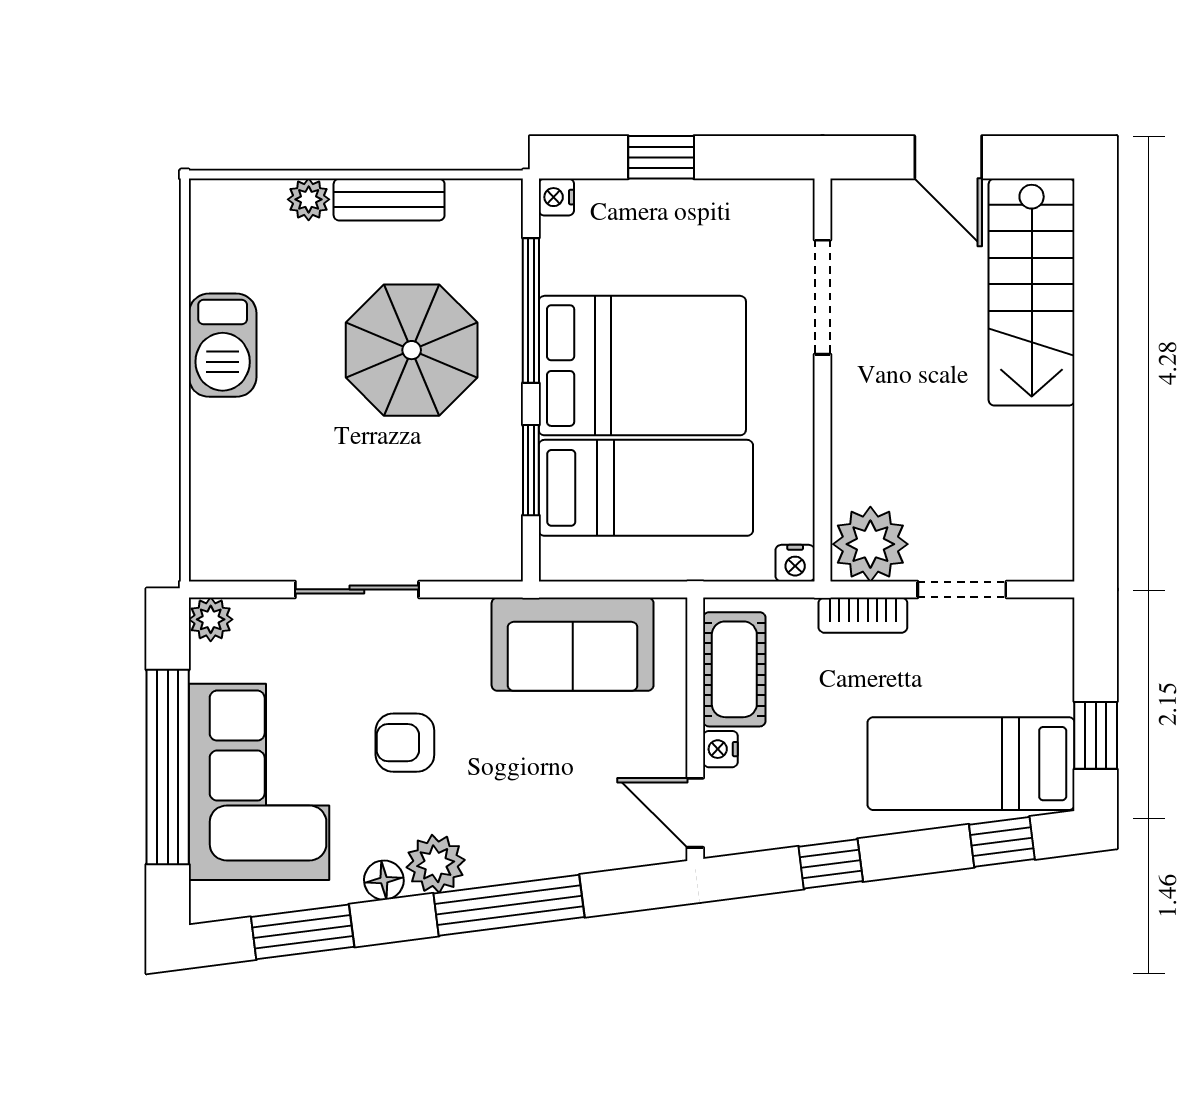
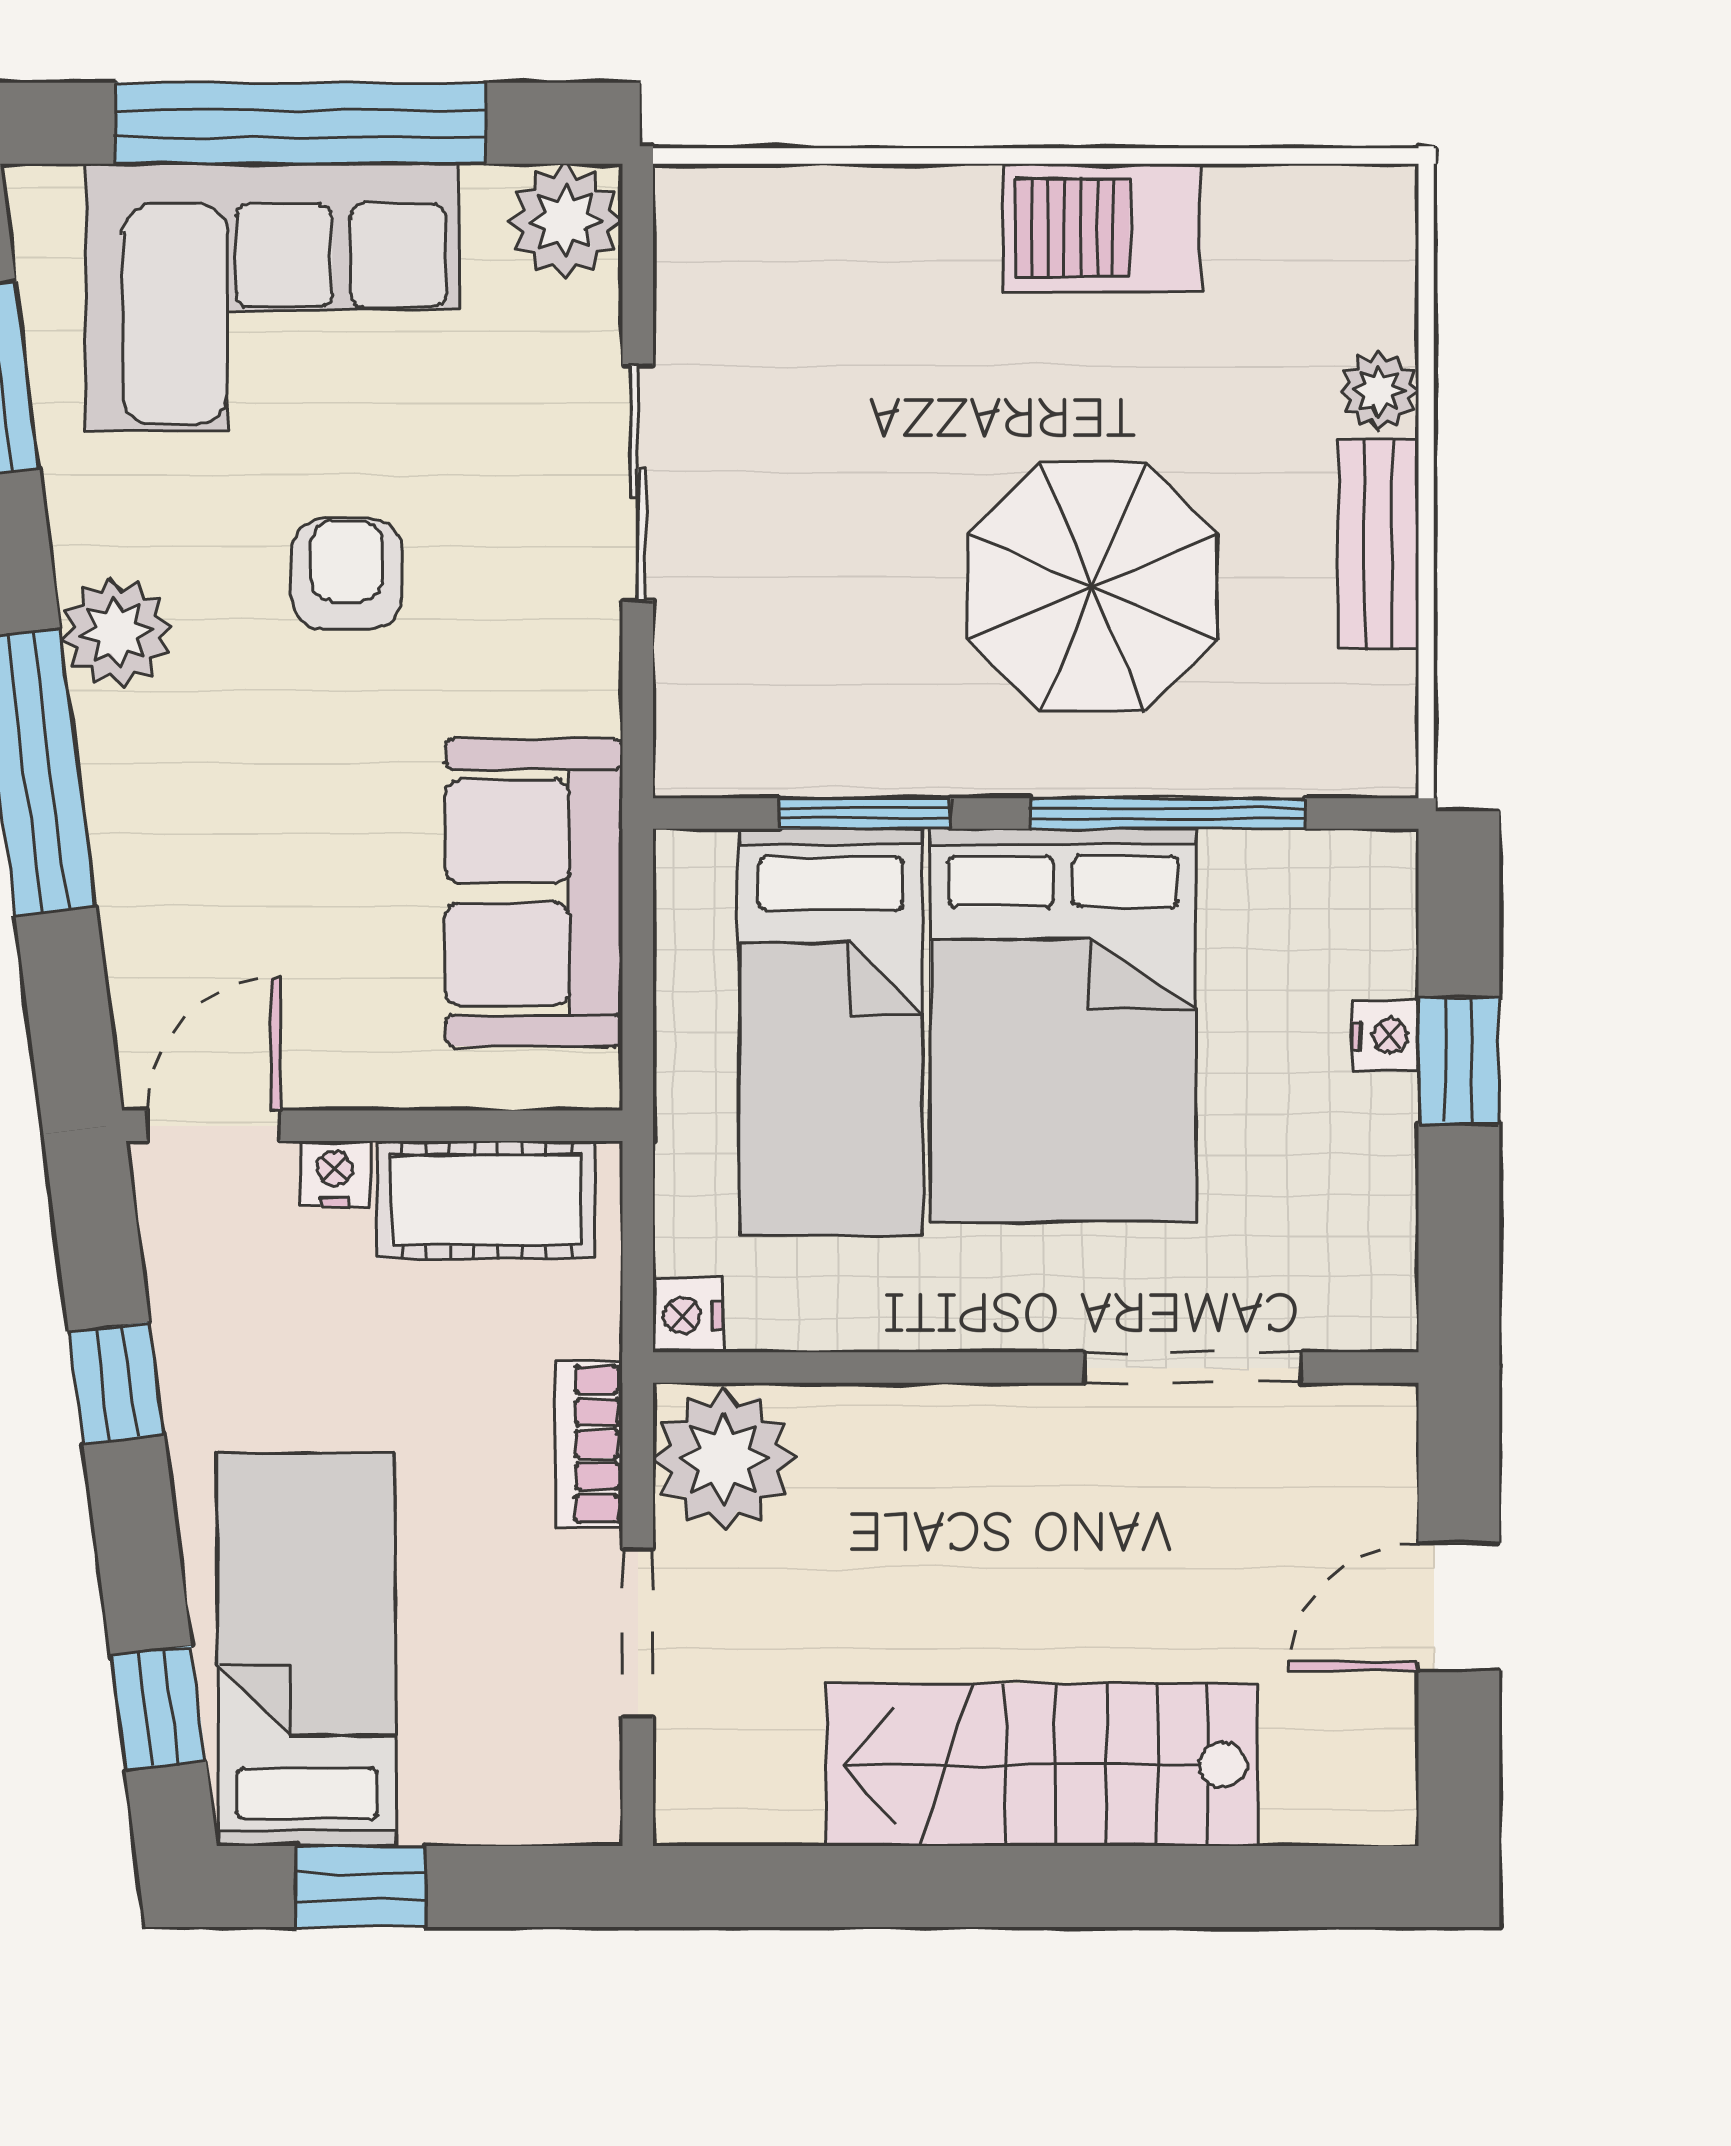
nightstand: (556, 197) -> (1385, 1036), moved, turned 90
stairs: (1032, 292) -> (1042, 1765), moved
plant: (211, 619) -> (565, 221), width x1.38, depth x1.38
floor lamp: (384, 880) -> (86, 534), removed

